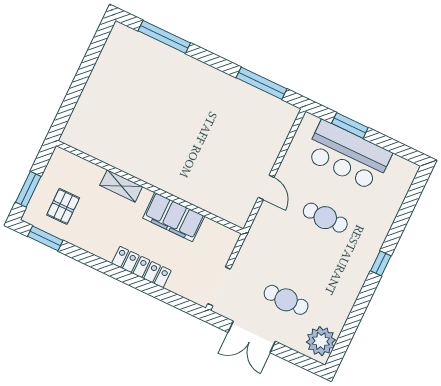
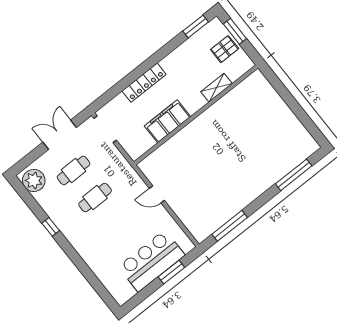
shelving: (121, 186) -> (217, 88), moved
pallet: (63, 206) -> (225, 49), moved, turned 90
cafe table: (325, 218) -> (95, 198), moved
window: (381, 263) -> (51, 227), moved

